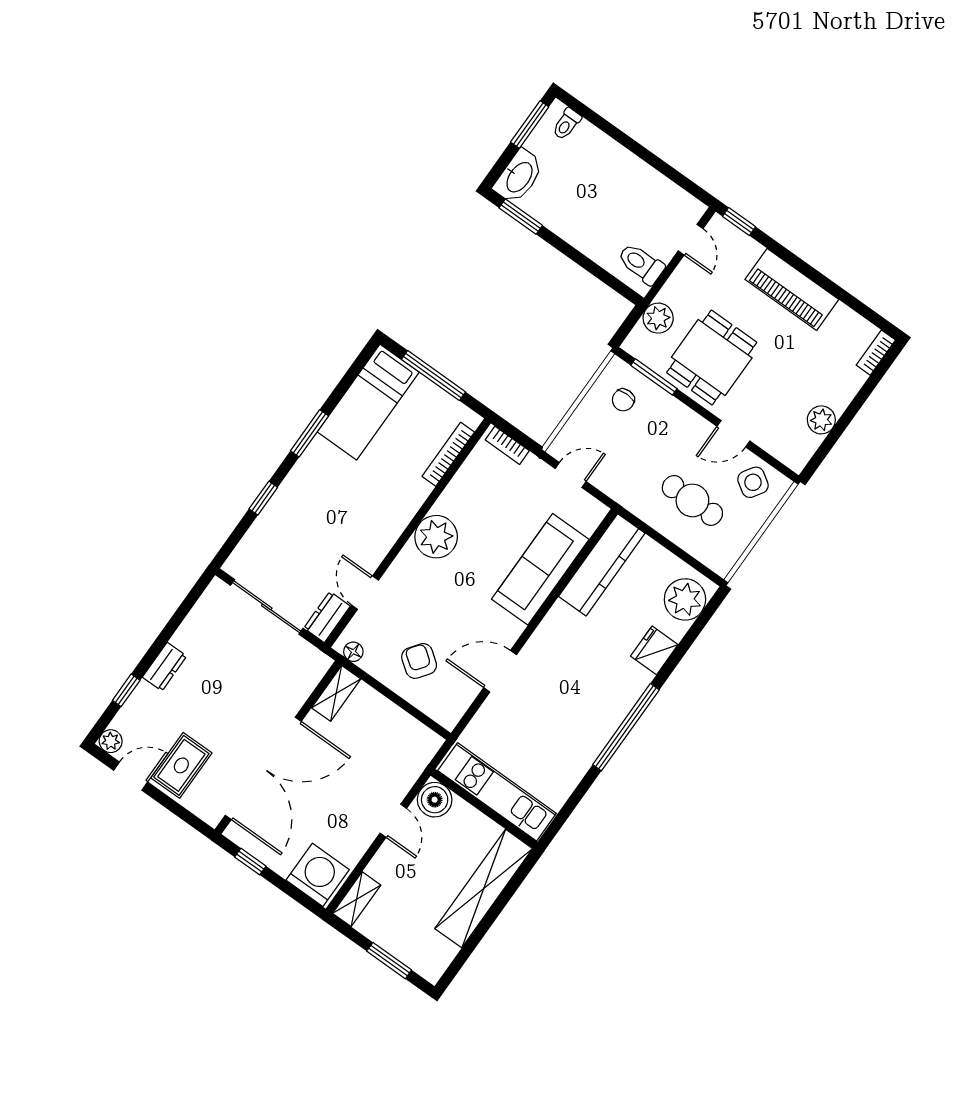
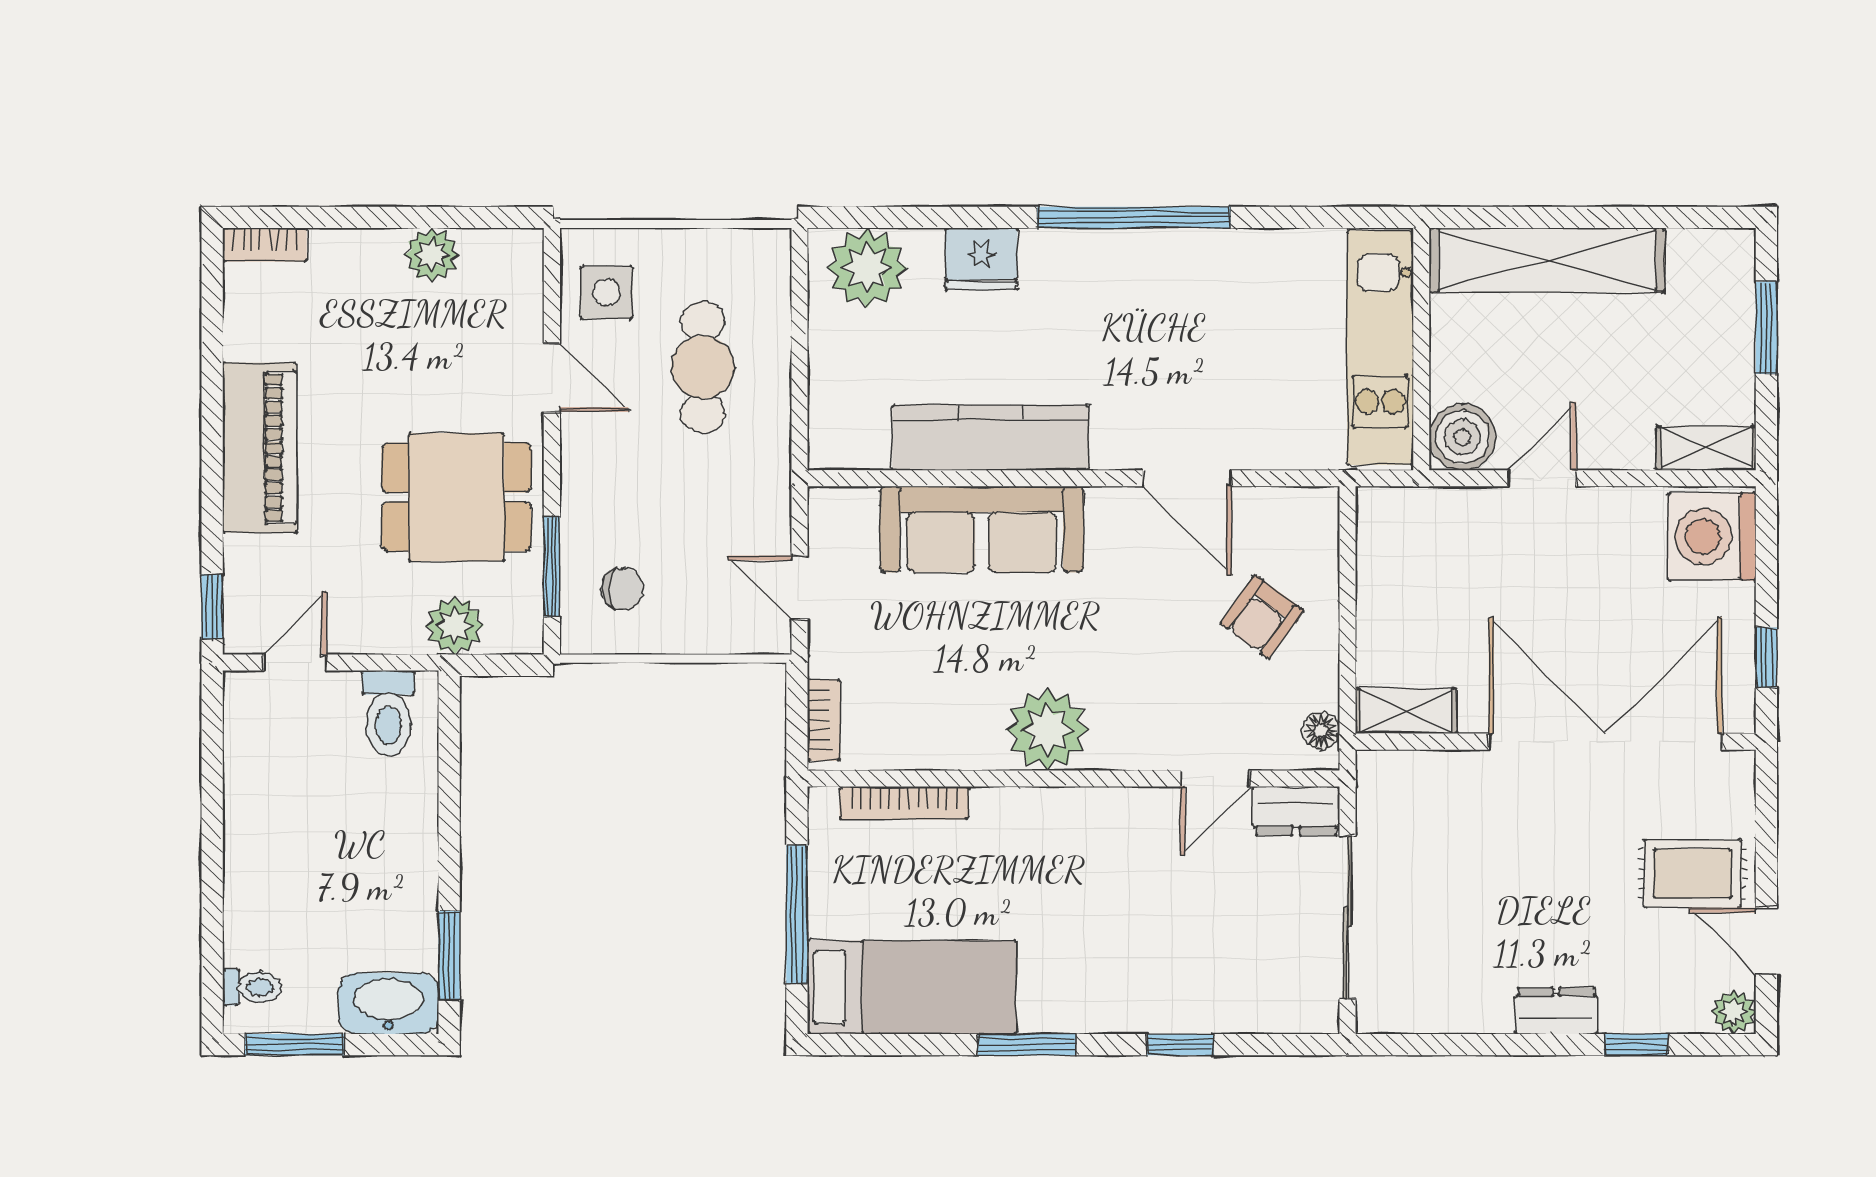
side table: (753, 482) -> (606, 292), turned -33
kitchen counter: (602, 565) -> (991, 438), moved

